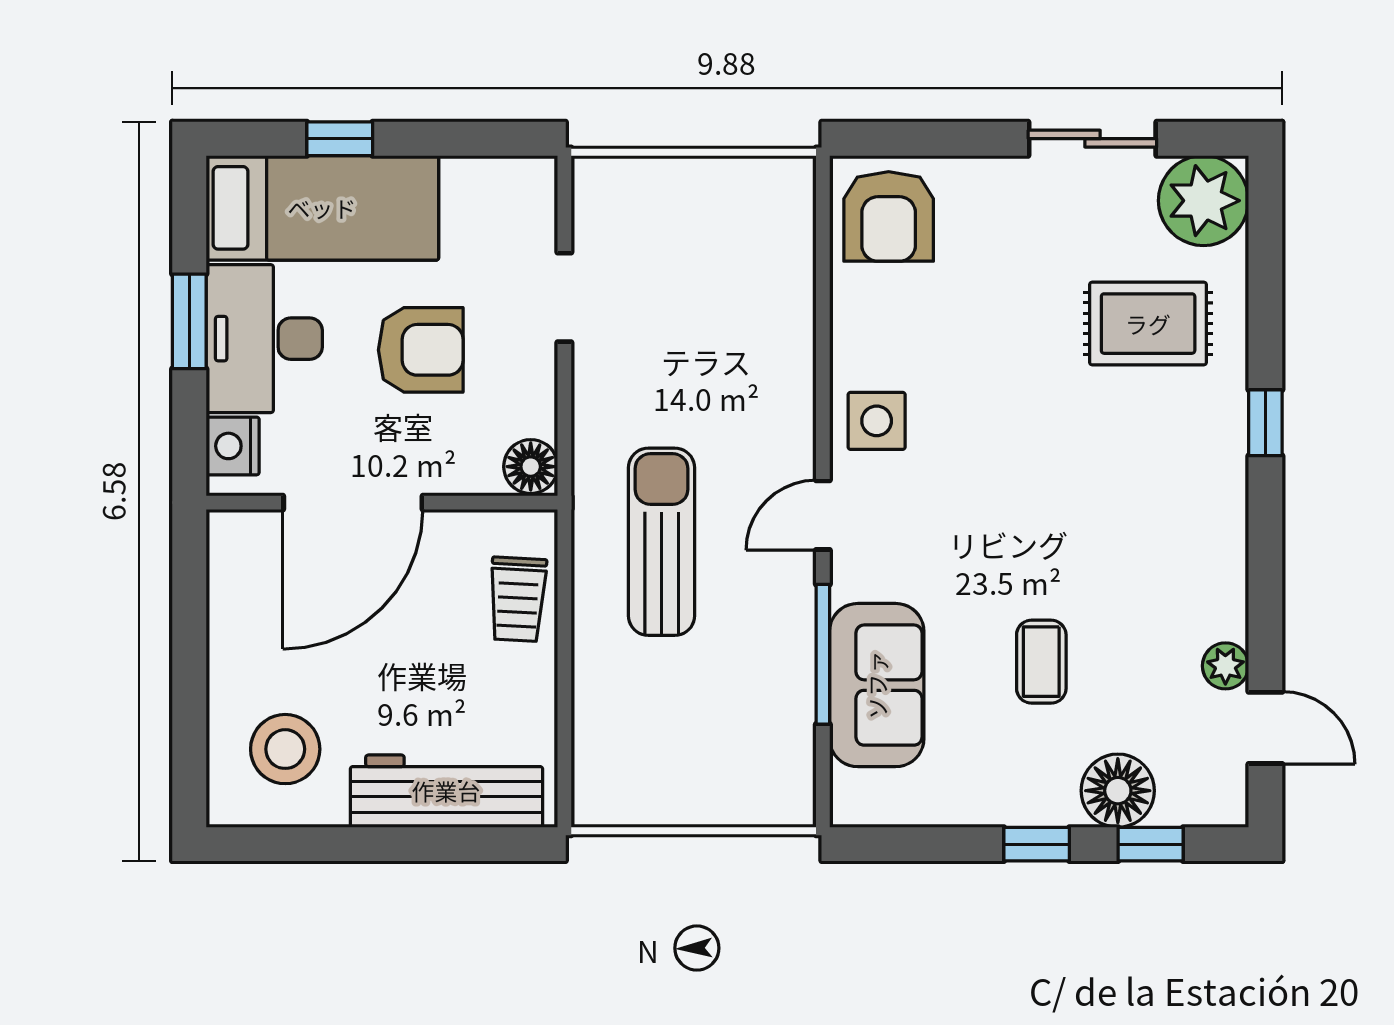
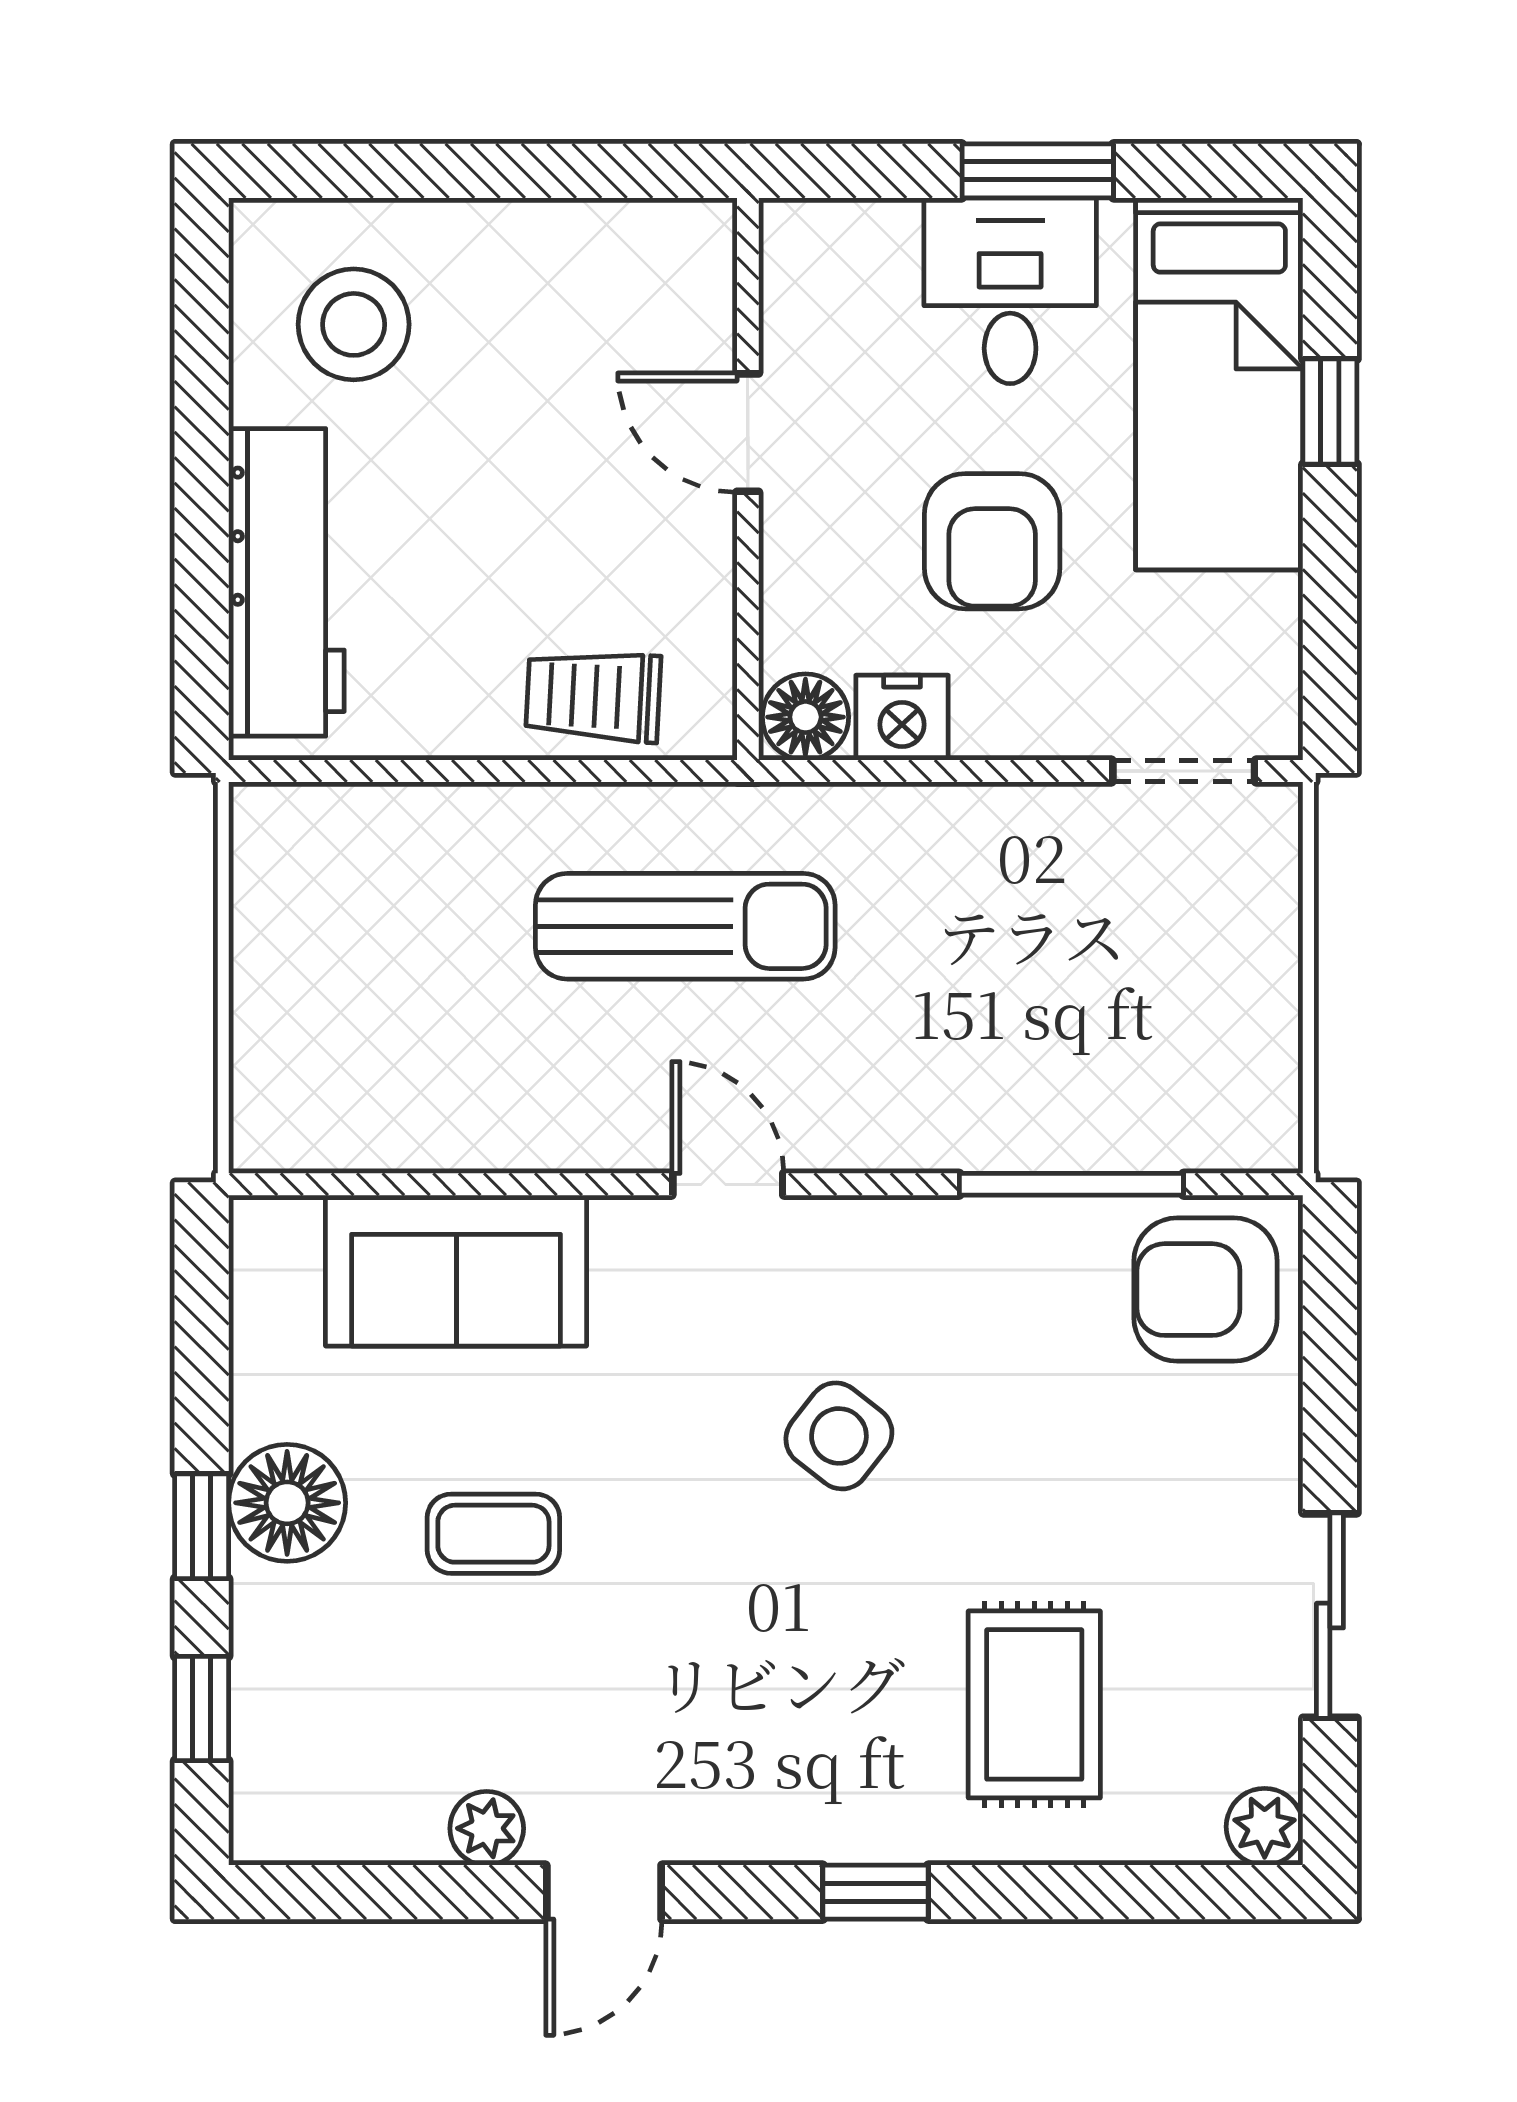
plant: (1203, 201) -> (1265, 1827), width x0.53, depth x0.53
doorway: (564, 297) -> (1184, 771), moved
desk: (264, 339) -> (1010, 291), width x0.73
side table: (877, 421) -> (839, 1436), moved, turned 38
nightstand: (233, 446) -> (902, 718), moved, turned 180
door: (353, 503) -> (748, 433), width x0.53
window: (823, 654) -> (1071, 1184), moved
door: (1265, 728) -> (604, 1892), moved
floor lamp: (1118, 791) -> (287, 1503), moved

